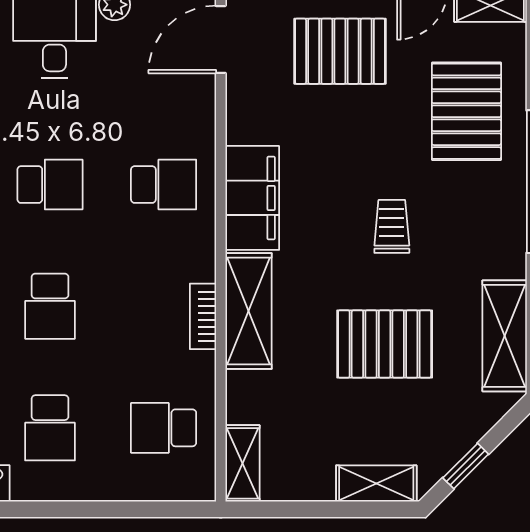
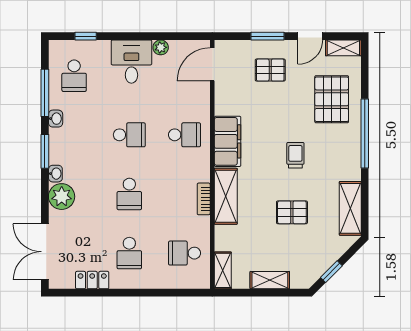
pallet: (340, 51) -> (270, 70), width x0.67, depth x0.71
pallet: (385, 344) -> (292, 212), width x0.67, depth x0.71
shelving: (376, 483) -> (270, 280), moved

